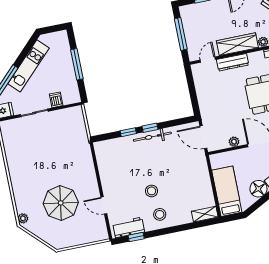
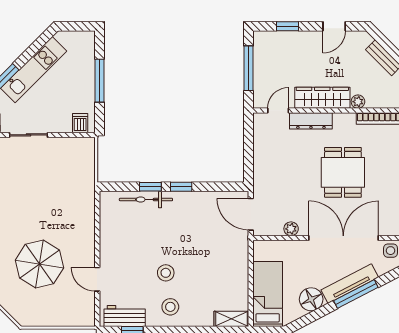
dishwasher: (56, 100) -> (80, 123), moved
bicycle: (152, 137) -> (146, 200), moved

